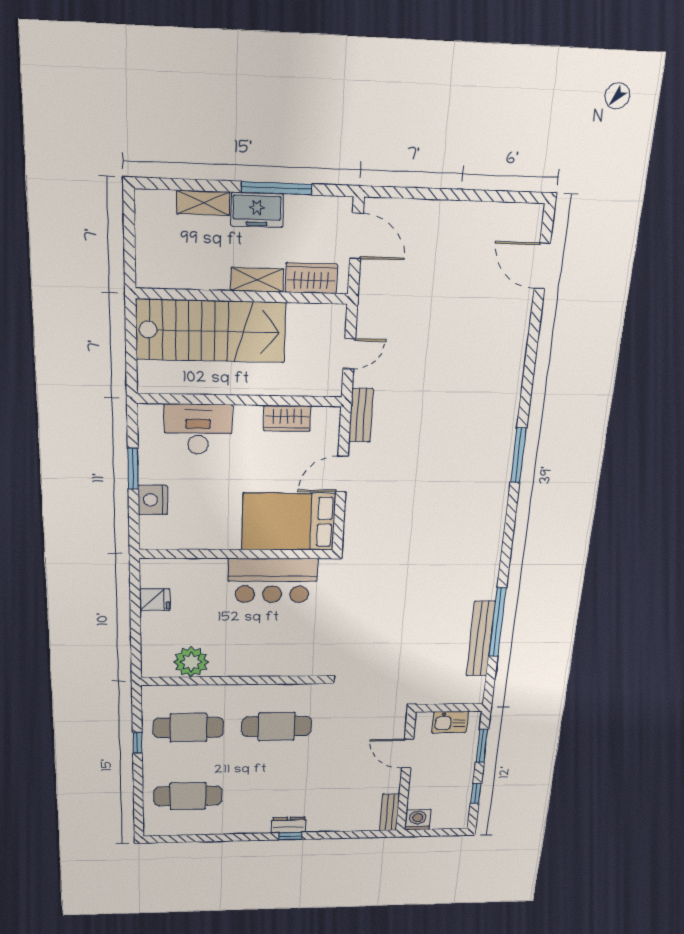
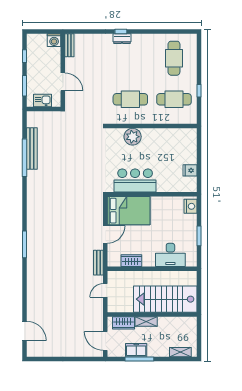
shelving: (203, 203) -> (180, 352), moved
freezer: (257, 210) -> (136, 350), moved
nightstand: (153, 500) -> (190, 206), moved
plant: (191, 662) -> (133, 137), moved
cafe table: (188, 796) -> (174, 58), turned 90

